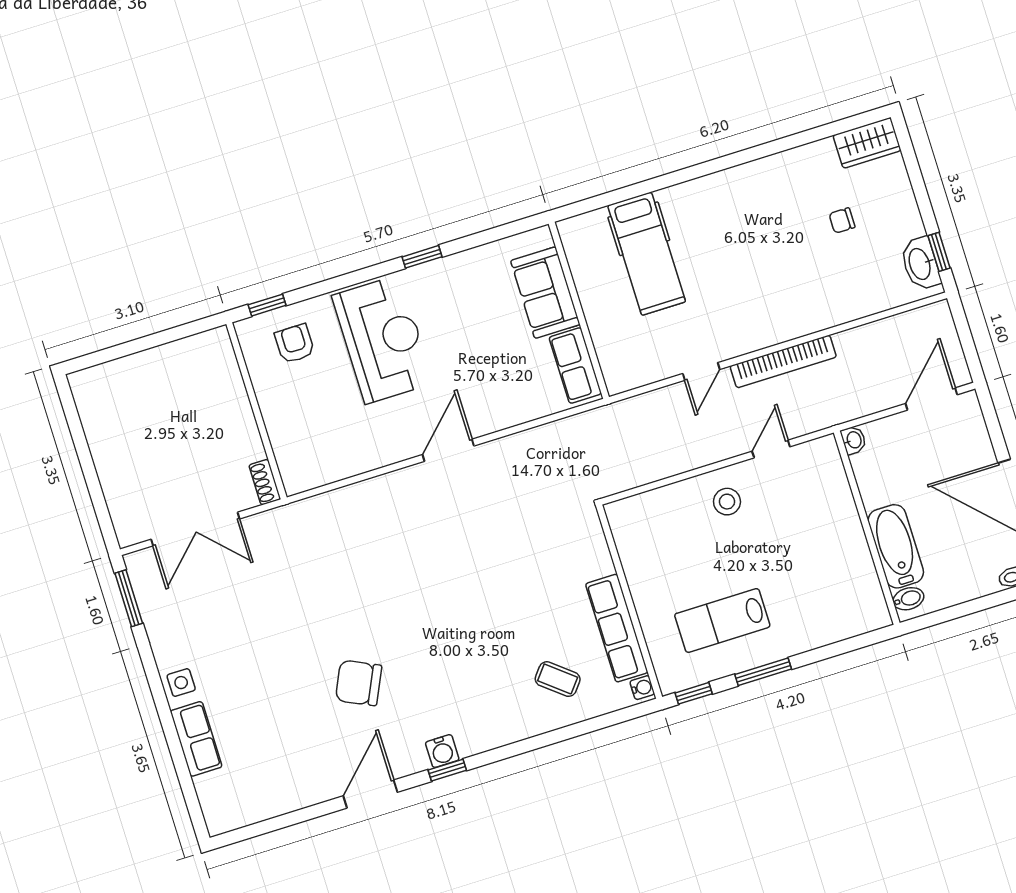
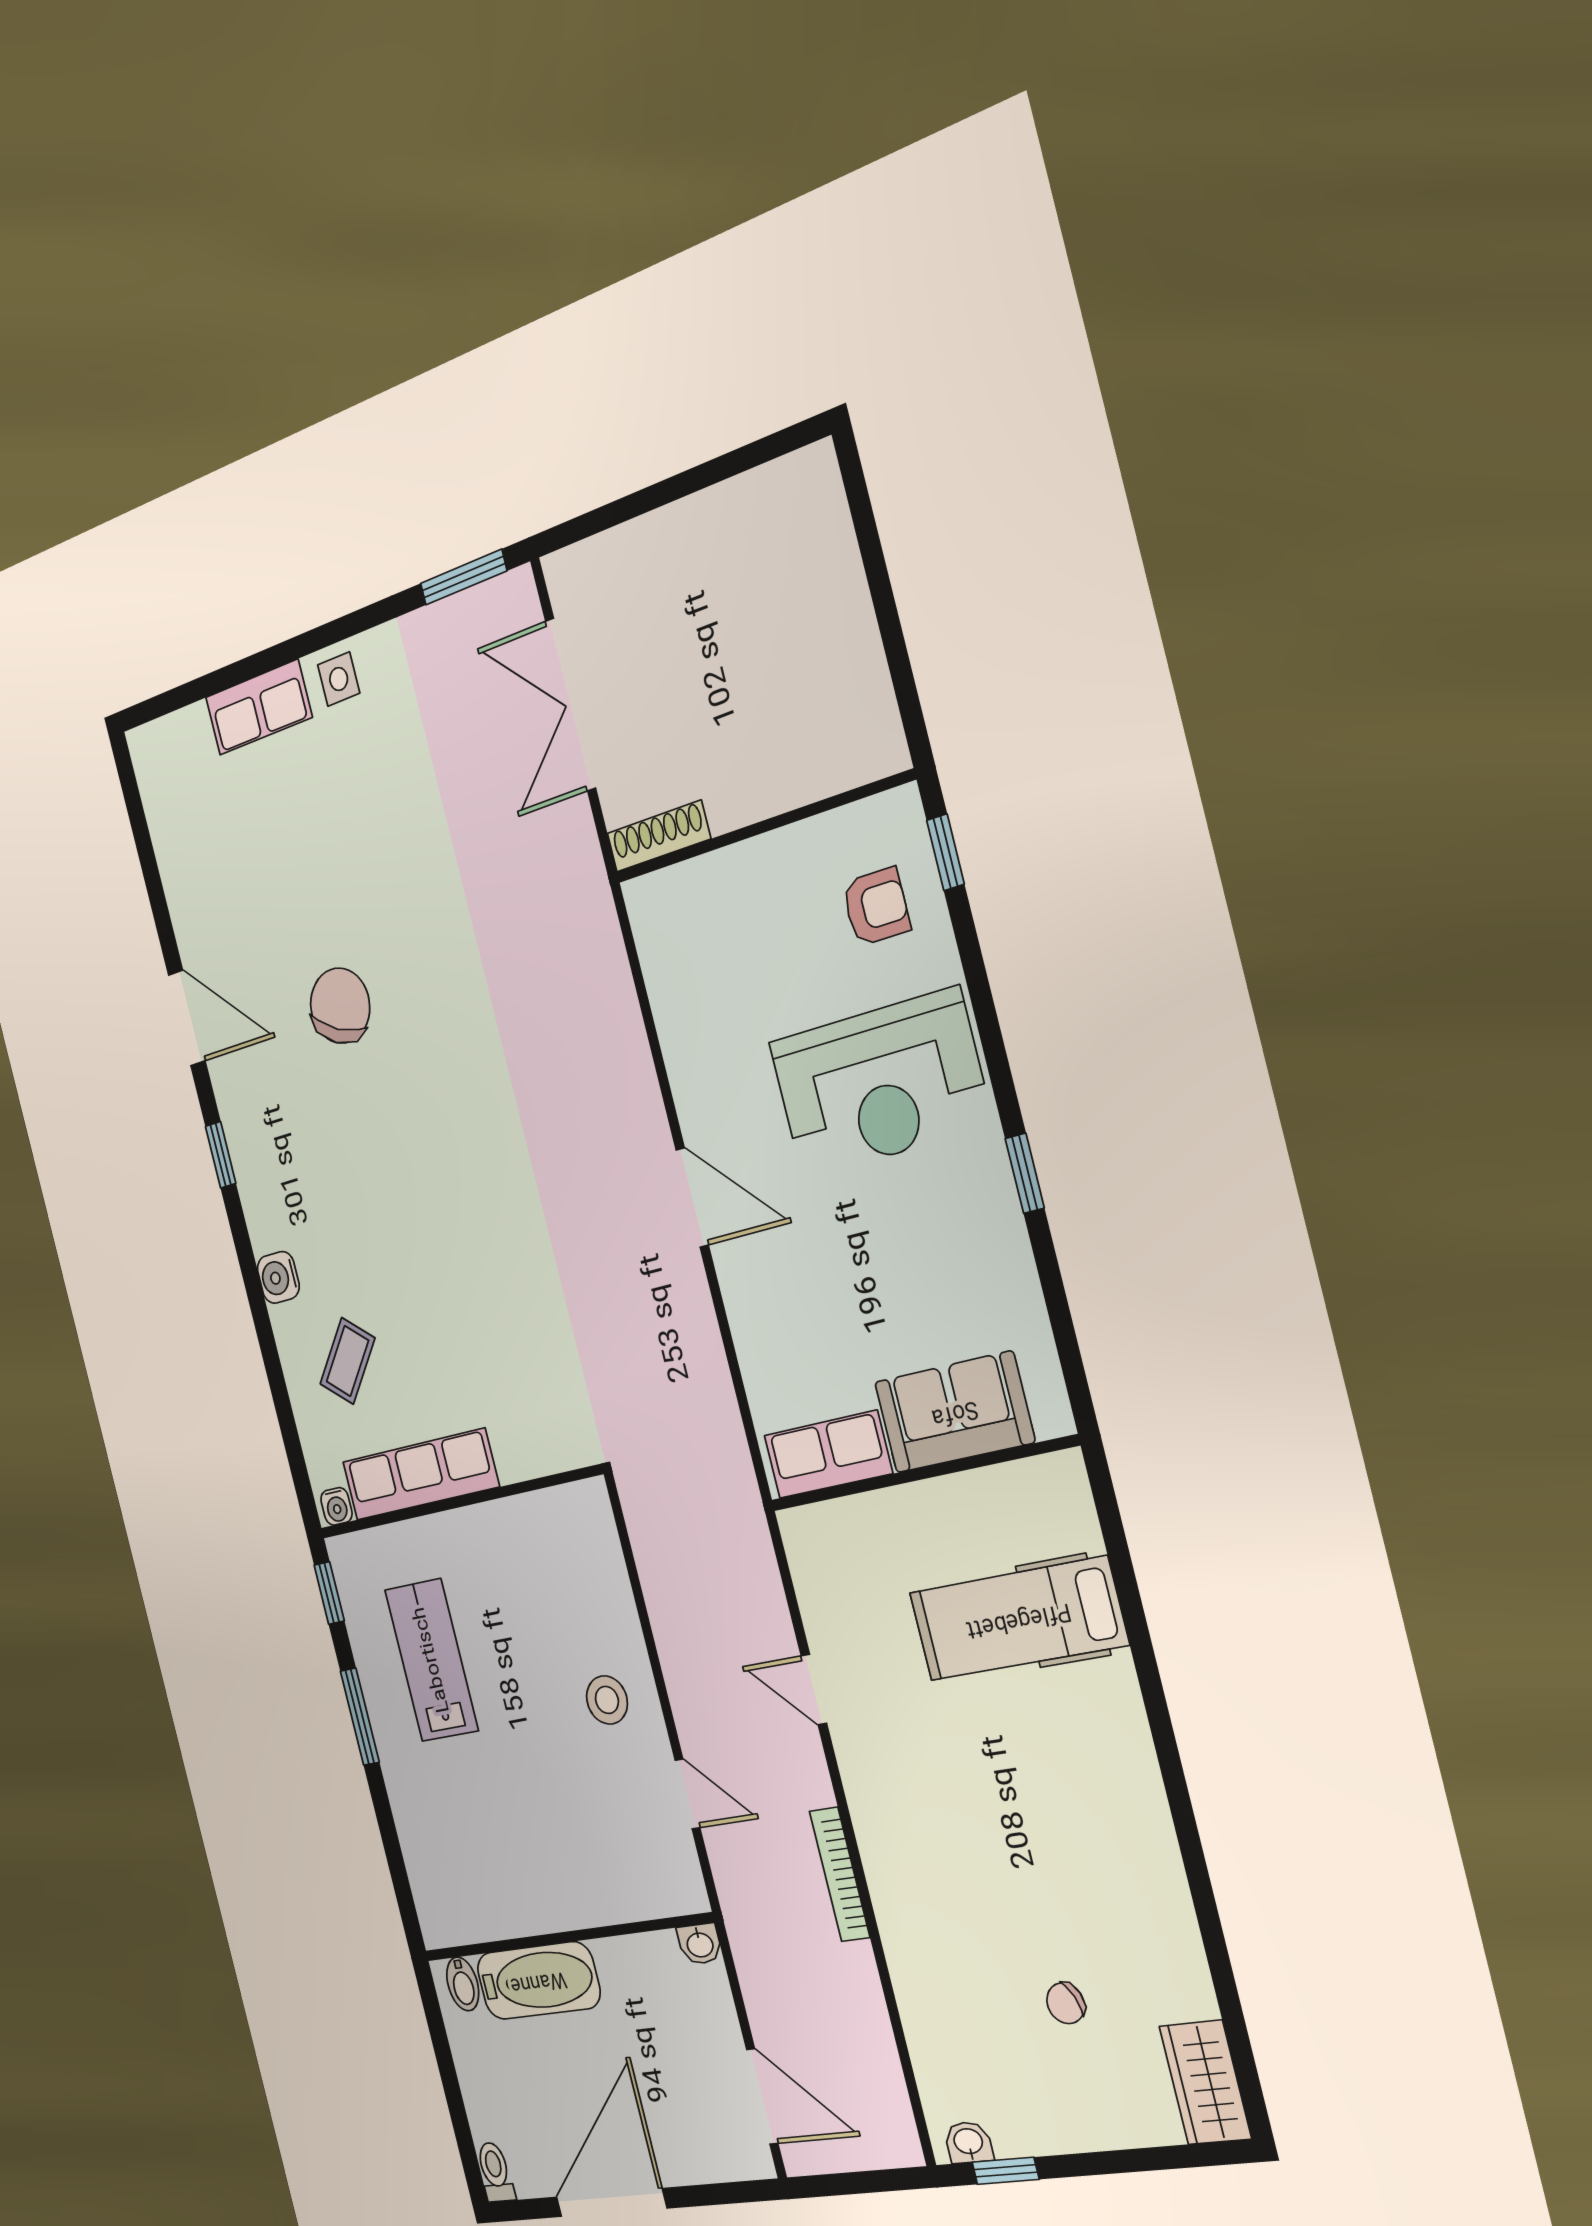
chair: (842, 221) -> (1066, 2003), turned -114
washbasin: (920, 264) -> (968, 2142), width x0.52, depth x0.69
bookcase: (783, 361) -> (840, 1874), width x0.68, depth x0.76
shoe rack: (265, 482) -> (659, 836), width x1.43
water cooler: (442, 751) -> (278, 1277), moved

